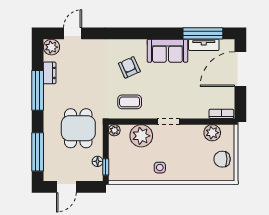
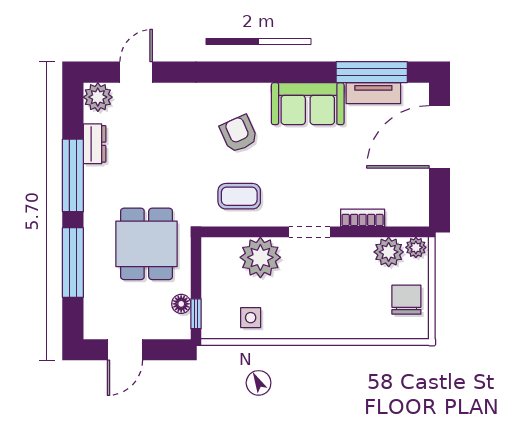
bookcase: (221, 114) -> (363, 218), moved
plant: (114, 130) -> (416, 247), moved
window: (38, 152) -> (73, 263), moved
chair: (222, 159) -> (406, 300), turned 90
side table: (160, 168) -> (251, 318), moved

